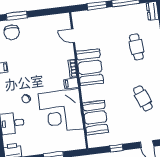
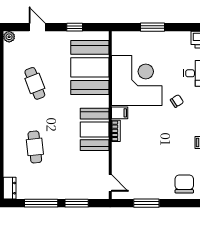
window: (17, 16) -> (146, 203), moved
door: (73, 36) -> (110, 183), moved
booth: (95, 118) -> (90, 67), width x1.36, depth x1.42

